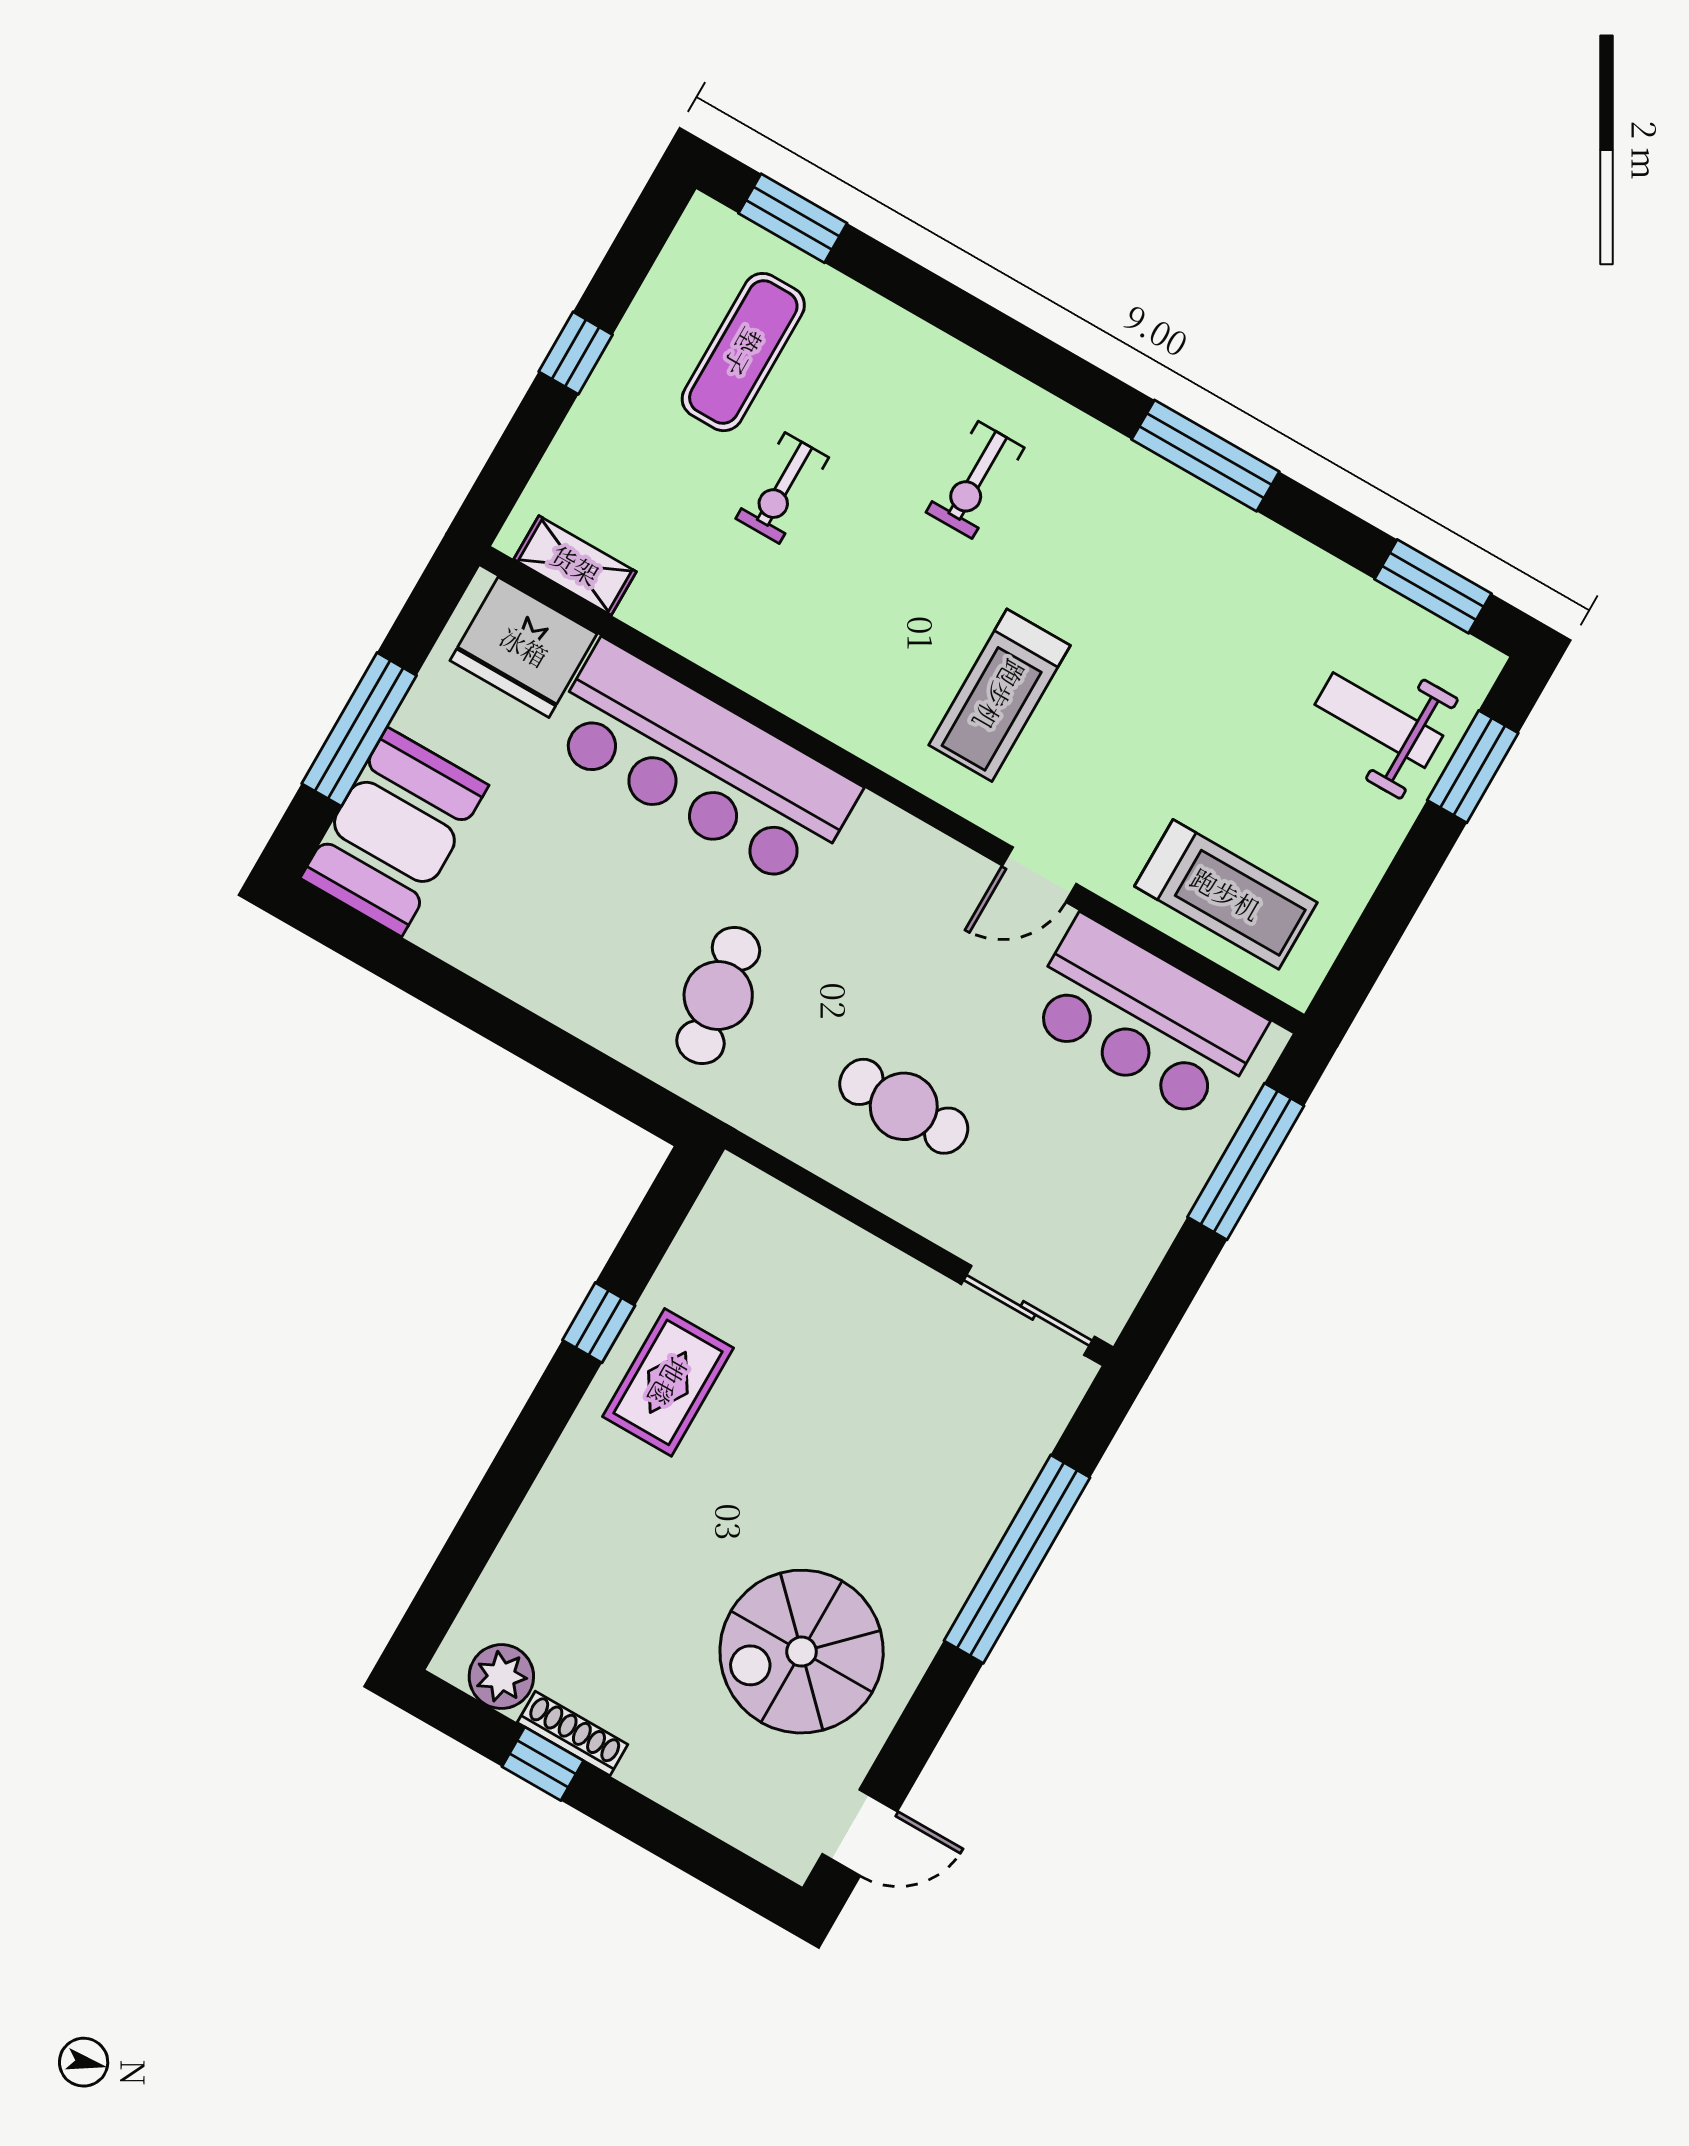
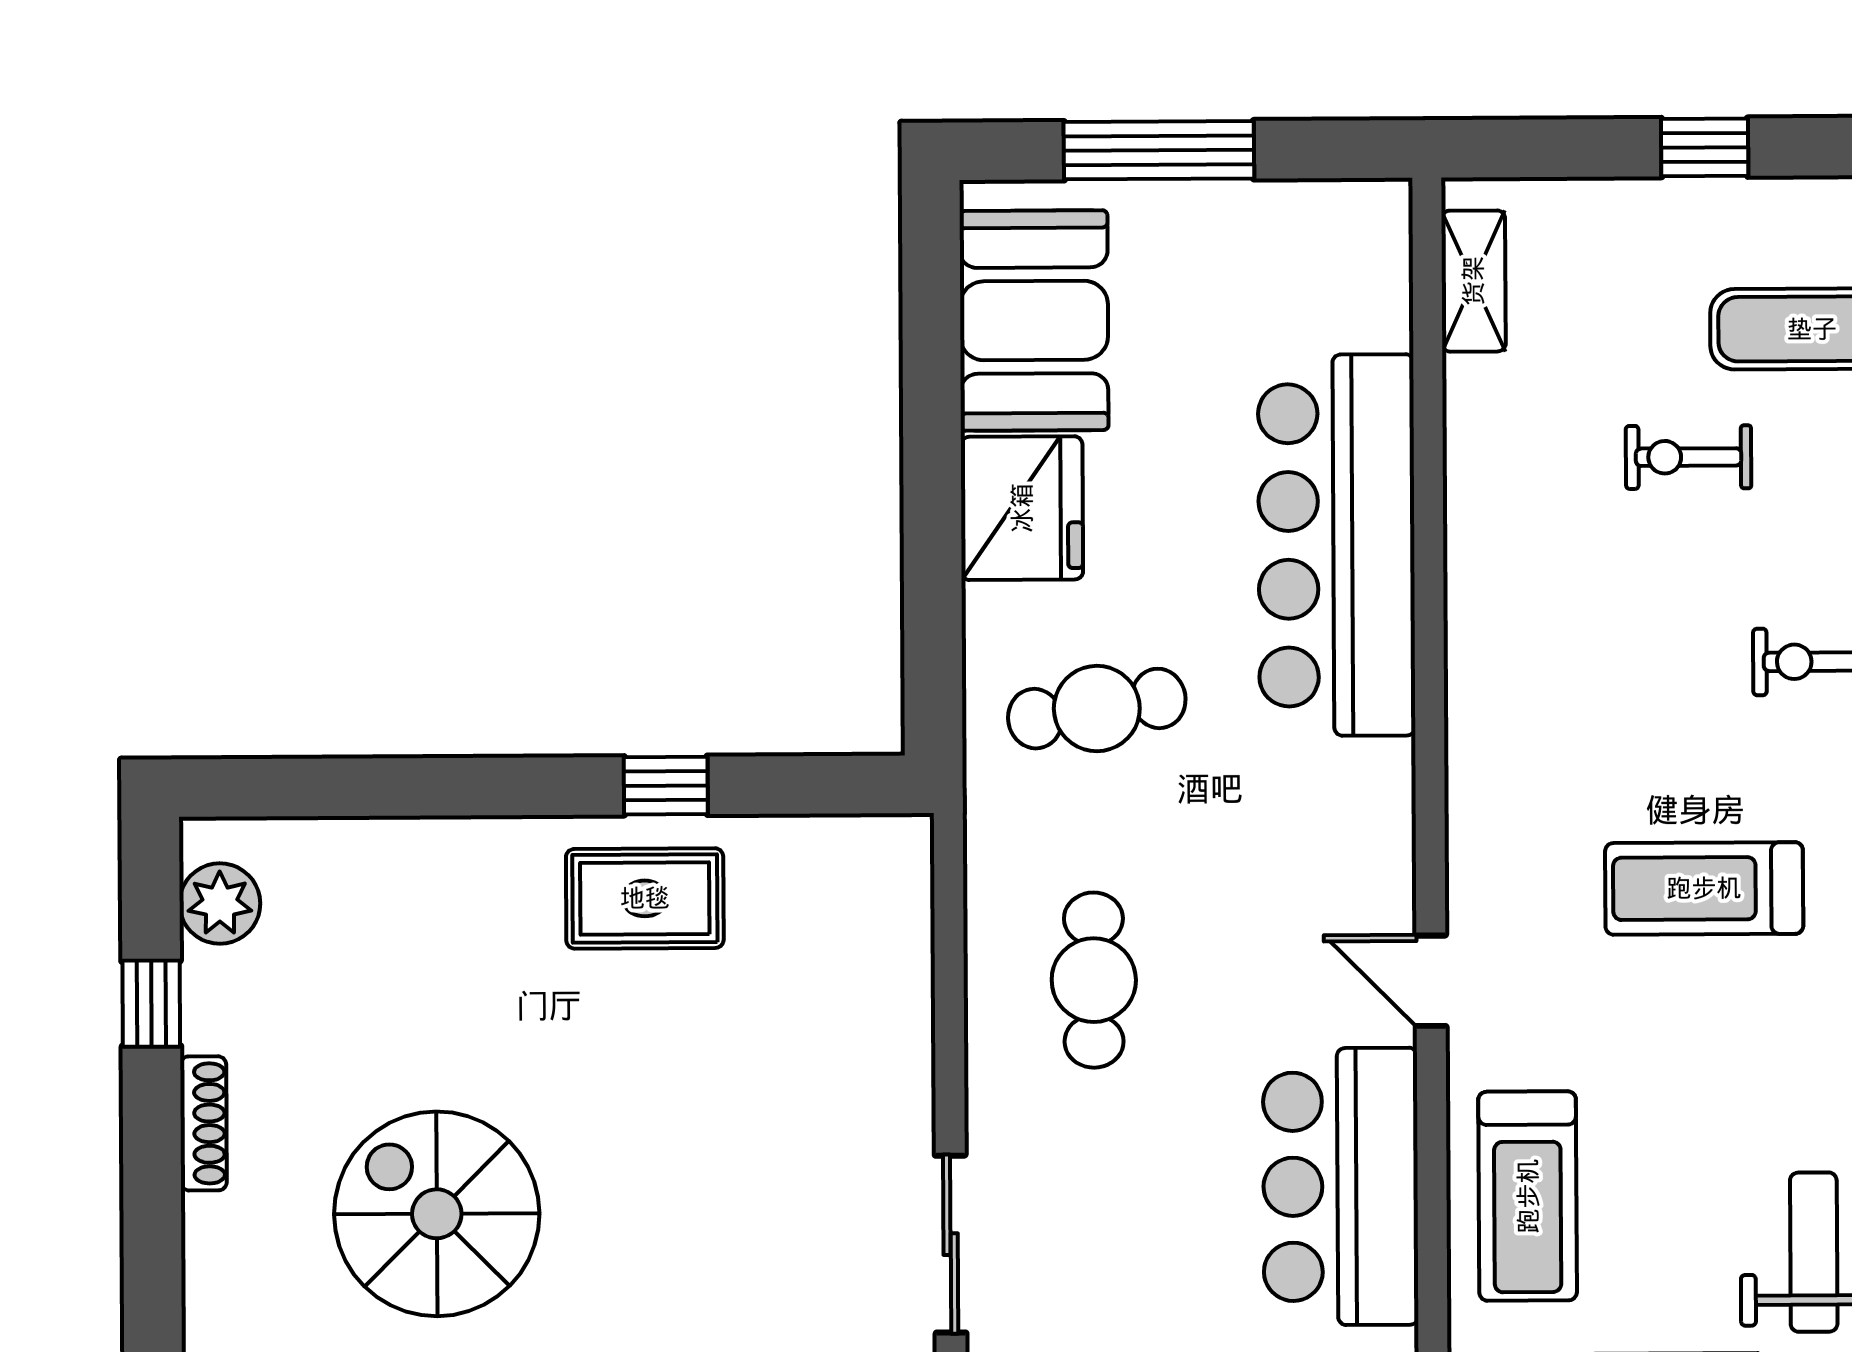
fridge: (524, 647) -> (1022, 508), moved, turned 180
treadmill: (999, 695) -> (1704, 888), moved
booth: (394, 832) -> (1034, 321), moved, turned 90
shoe rack: (573, 1734) -> (203, 1123), moved

